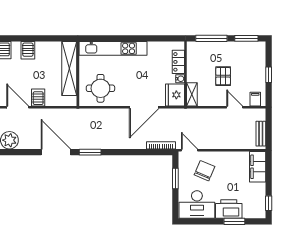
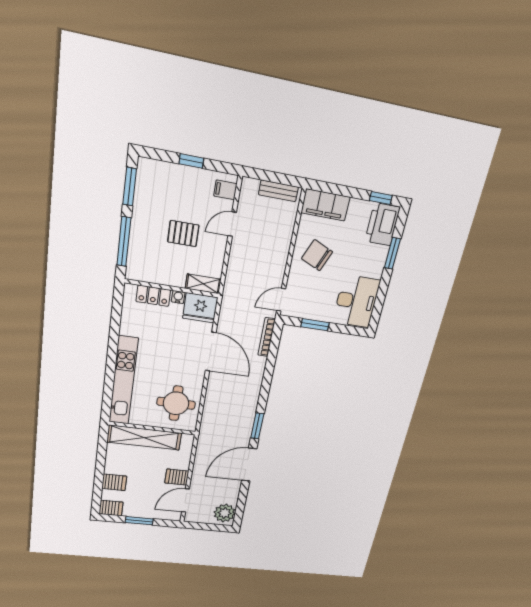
chair: (204, 171) -> (317, 255), moved
printer: (229, 209) -> (382, 224), moved

